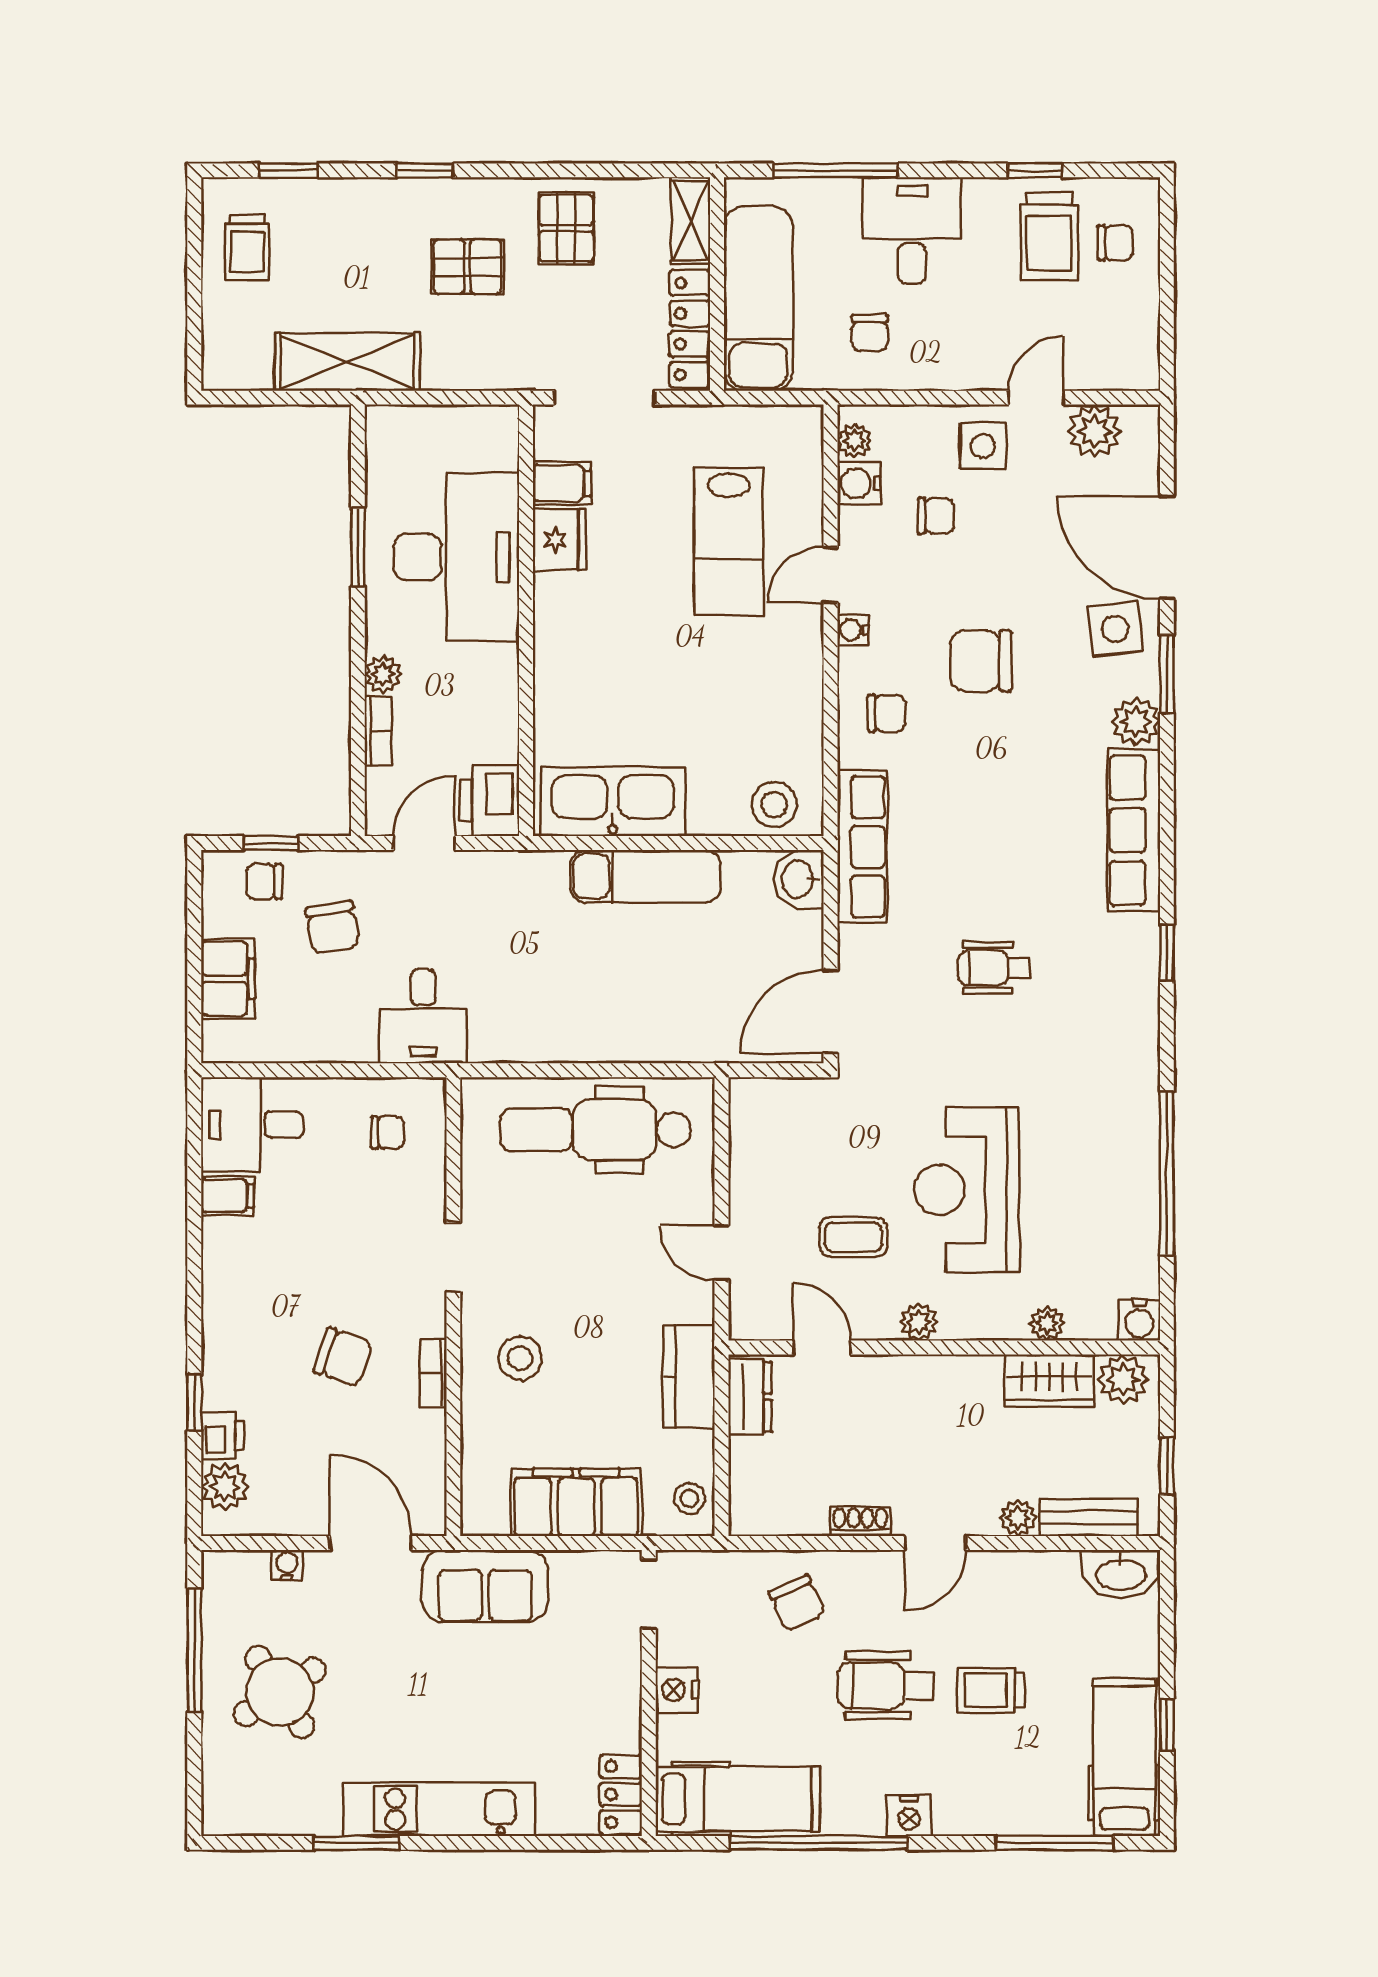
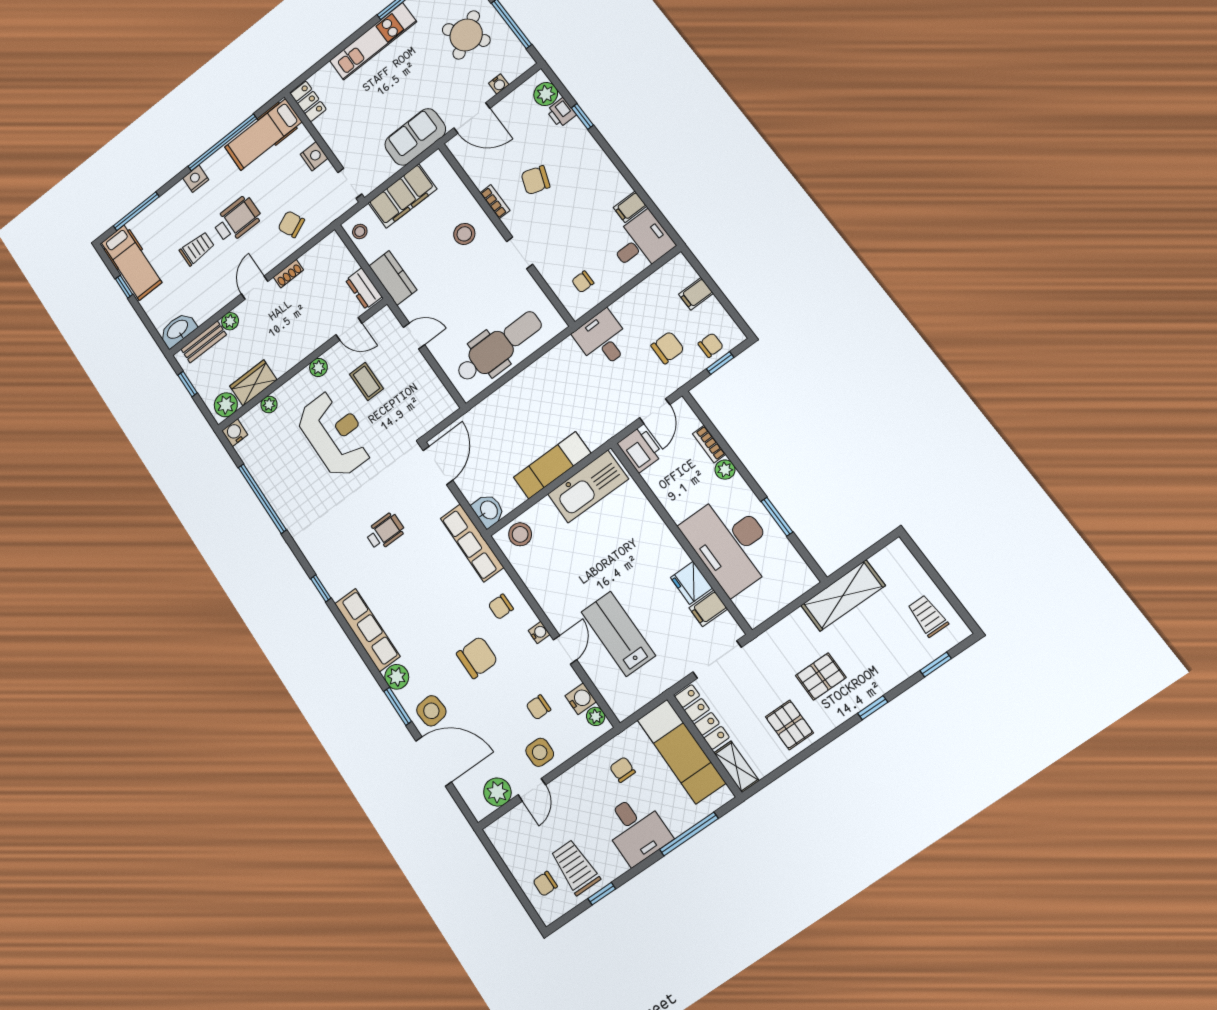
chair: (332, 927) -> (668, 348), turned 100
filing cabinet: (228, 979) -> (696, 294), width x0.50
coffee table: (853, 1237) -> (367, 381), turned 90

